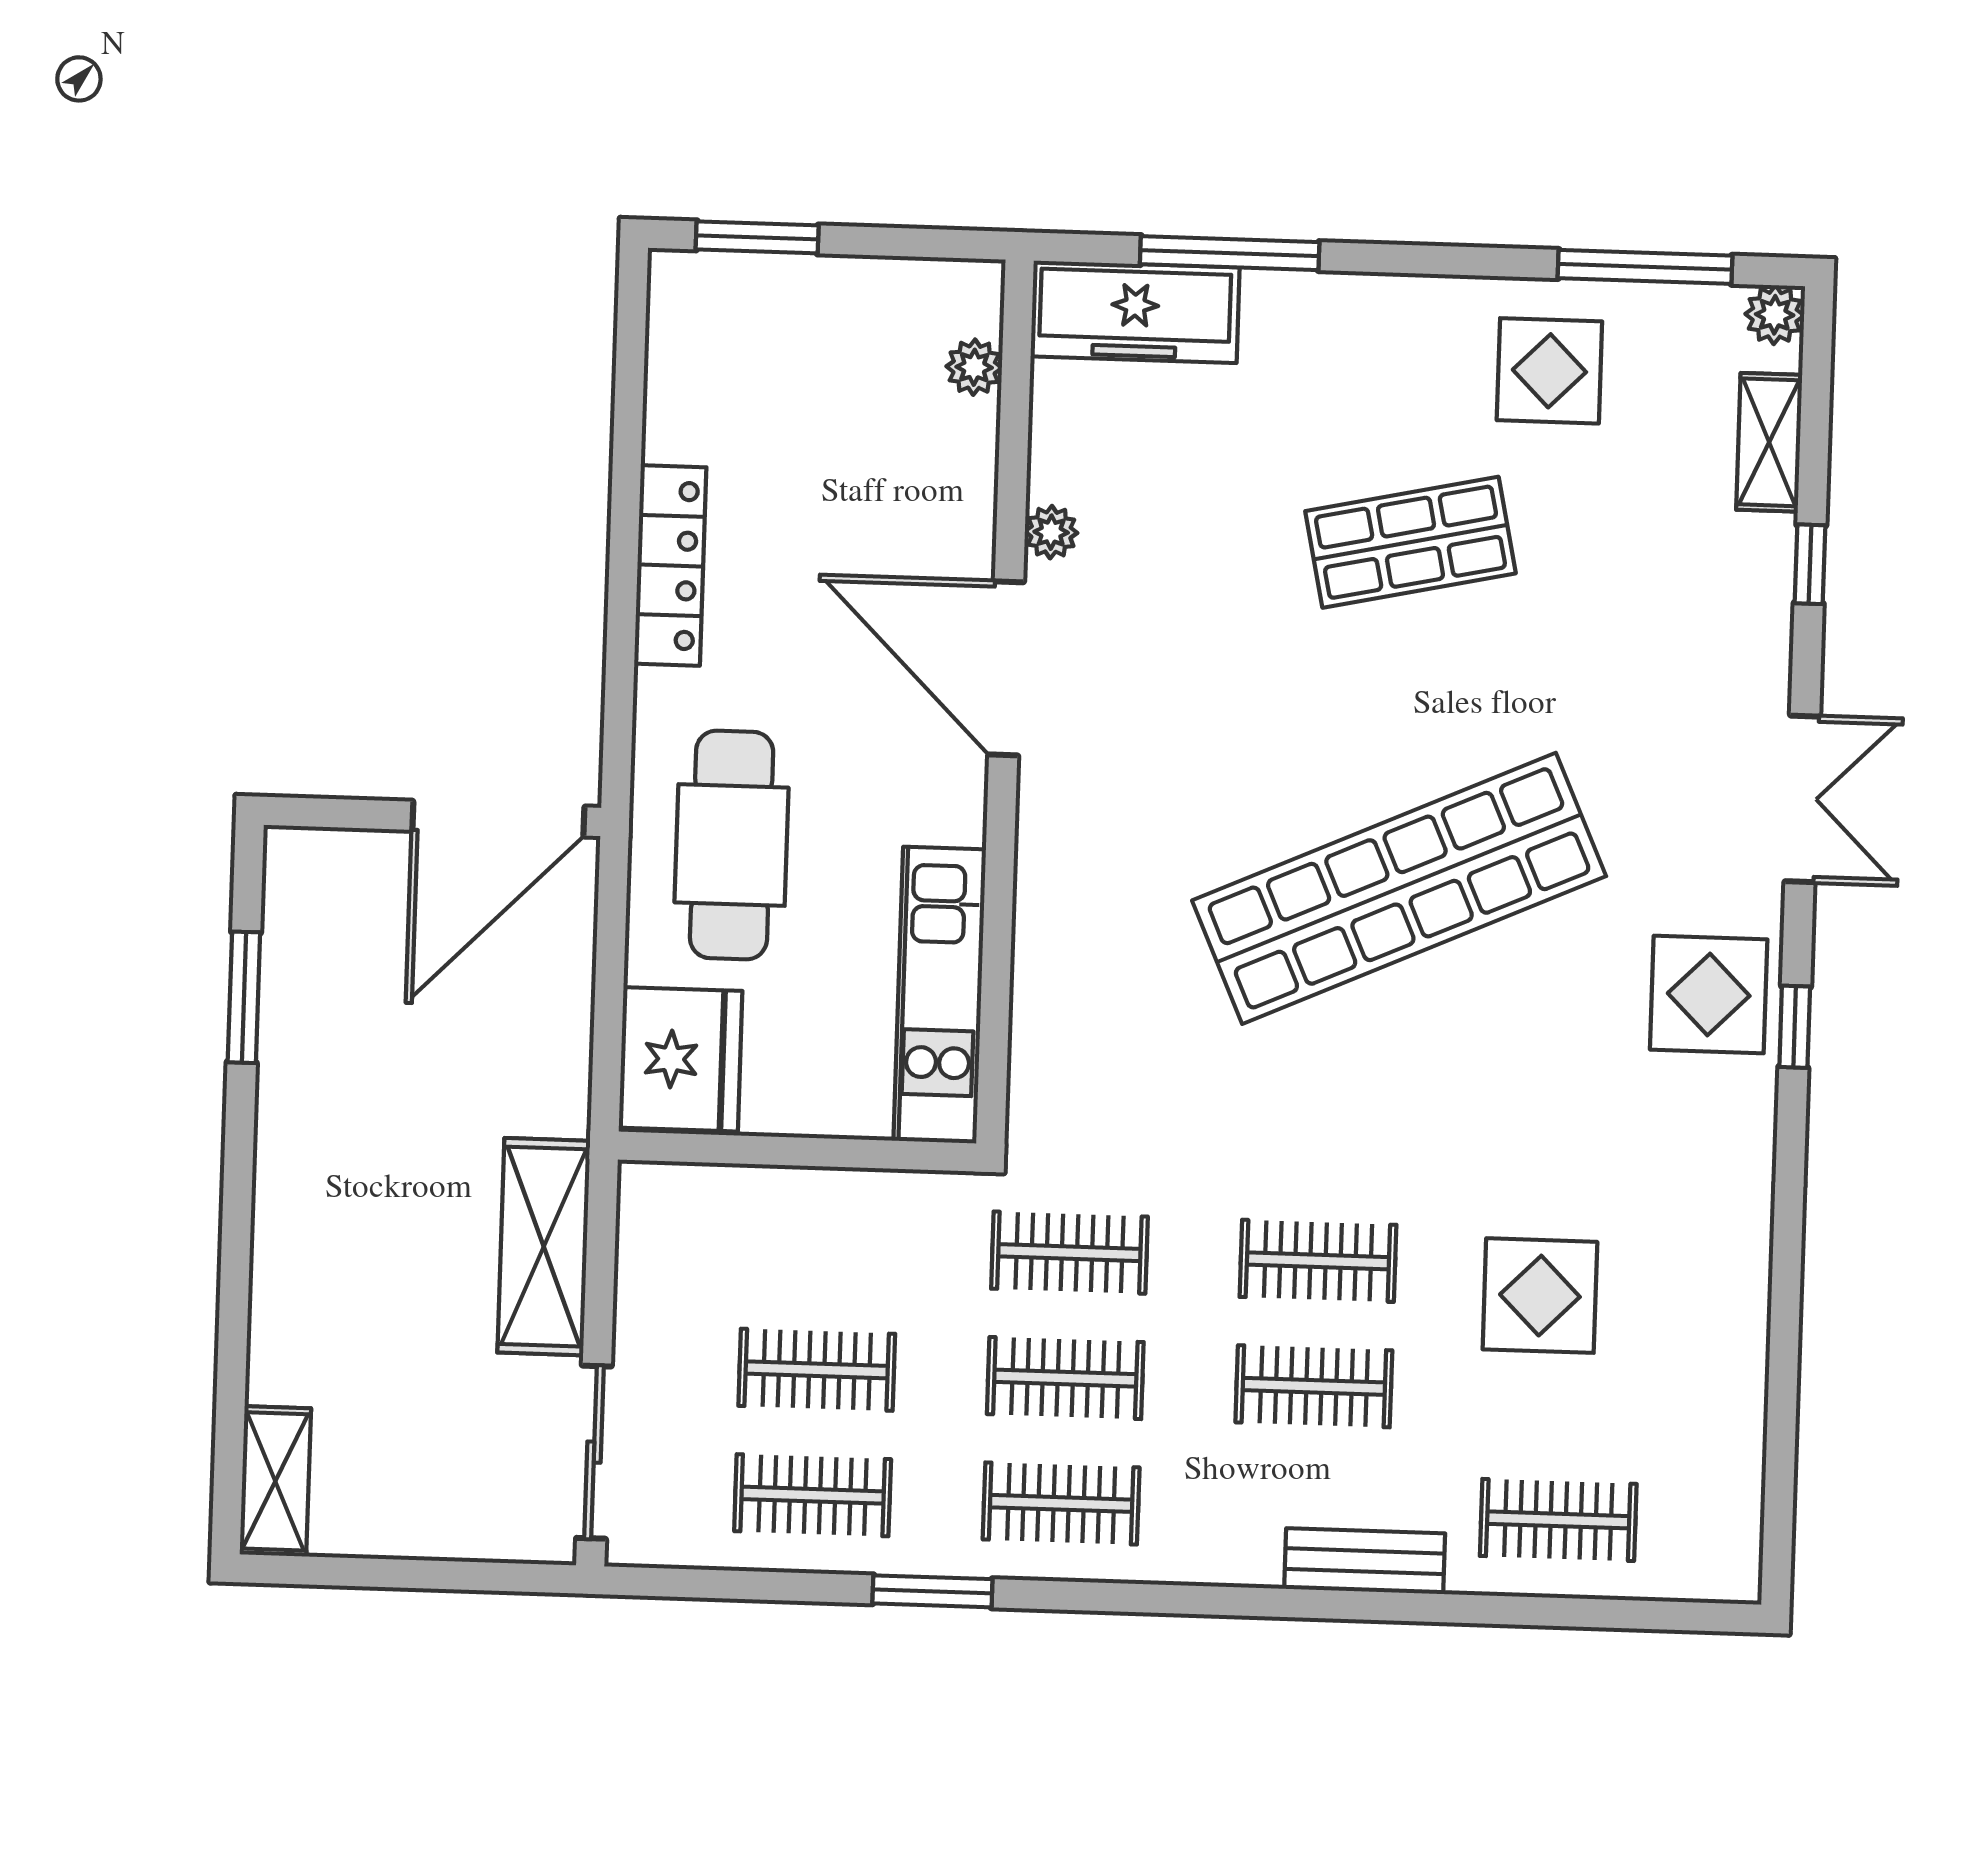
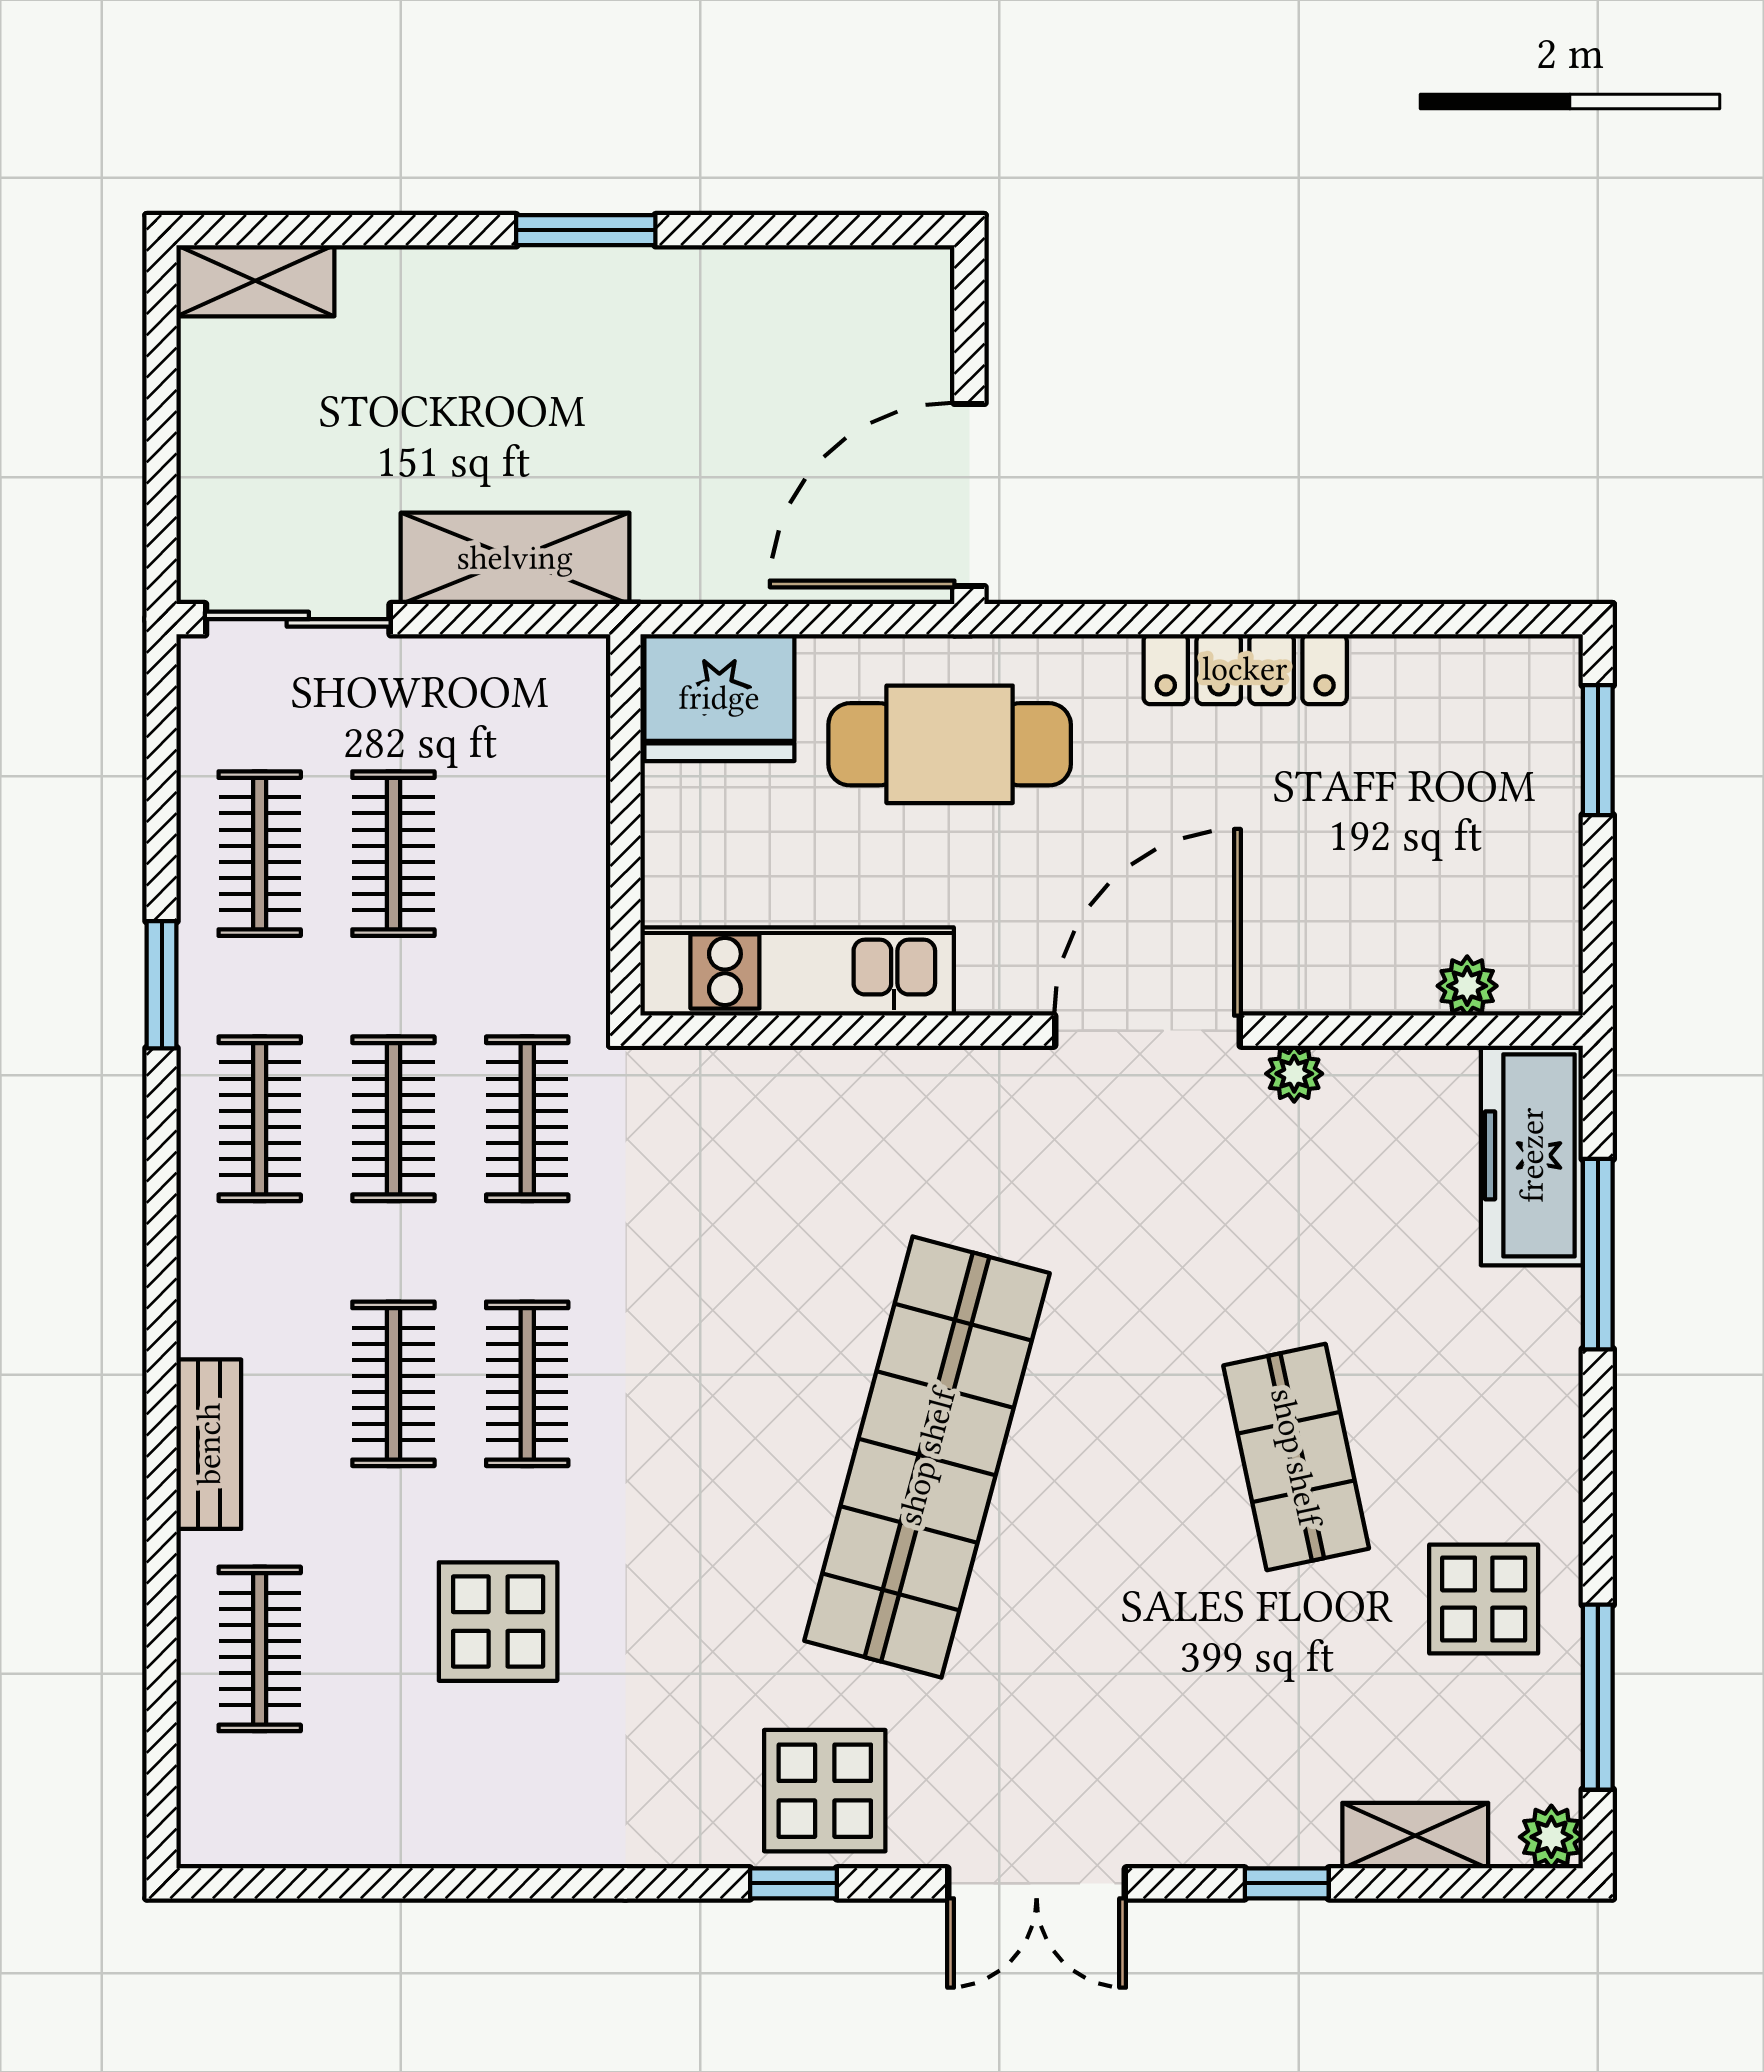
door: (498, 819) -> (969, 495), hinge flipped
shop shelf: (1399, 888) -> (927, 1457), turned 39
window: (244, 997) -> (586, 230), moved

